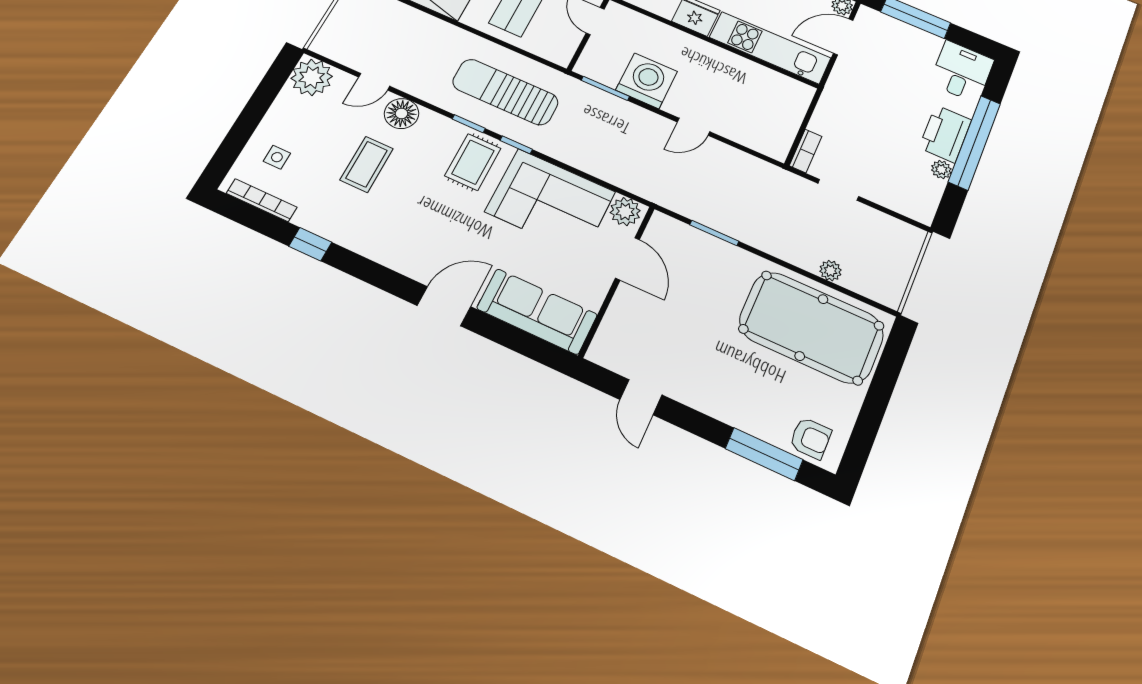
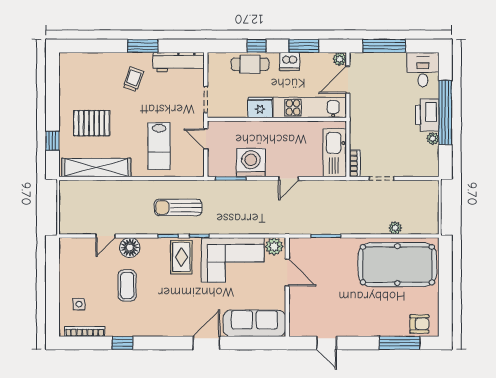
plant: (312, 77) -> (71, 250), removed
sun lounger: (505, 92) -> (178, 207), width x0.73, depth x0.75
kitchen sink: (781, 123) -> (335, 153), added

